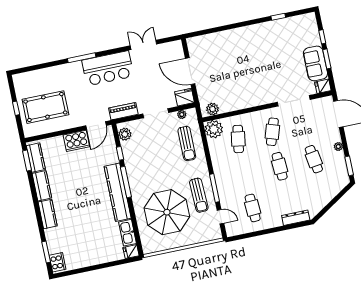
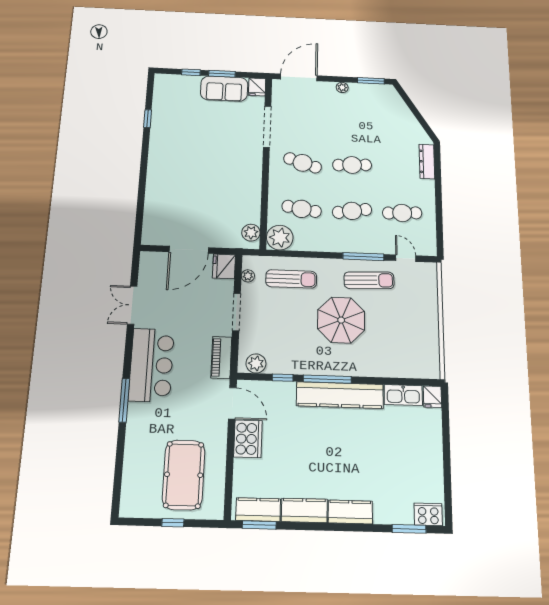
cafe table: (314, 159) -> (352, 211), moved
parasol: (167, 212) -> (341, 320), moved, width x0.73, depth x0.73
door: (221, 217) -> (406, 258), hinge flipped

